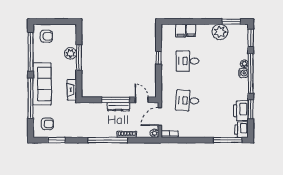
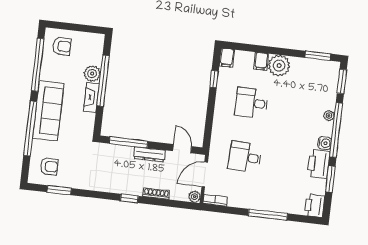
filing cabinet: (181, 31) -> (227, 58), moved
plant: (220, 32) -> (279, 66), moved
window: (79, 58) -> (103, 81), width x1.46
window: (159, 58) -> (214, 79), moved
water cooler: (243, 73) -> (325, 143), moved
fireplace: (72, 90) -> (91, 97), moved
window: (116, 100) -> (129, 142), moved
printer: (241, 111) -> (319, 164), moved
window: (108, 140) -> (129, 198), width x0.32
window: (228, 140) -> (268, 215), moved

